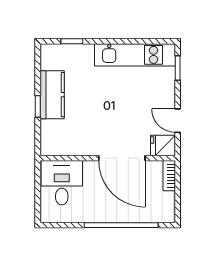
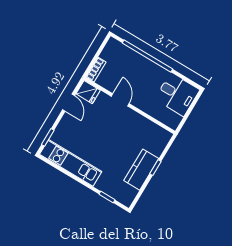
door: (122, 158) -> (120, 100), width x0.53
desk: (62, 183) -> (177, 94), moved, turned -90

